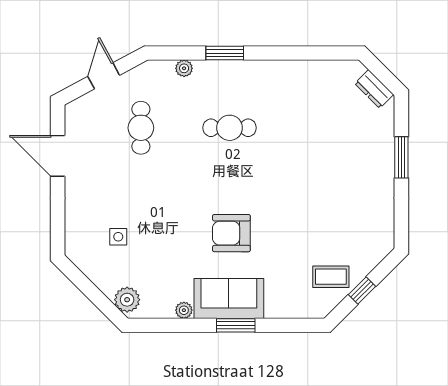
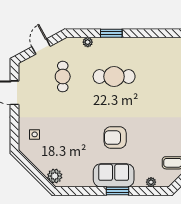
cafe table: (230, 128) -> (114, 77), width x1.37, depth x1.35
side table: (118, 237) -> (35, 134), moved
plant: (184, 310) -> (151, 182), moved

